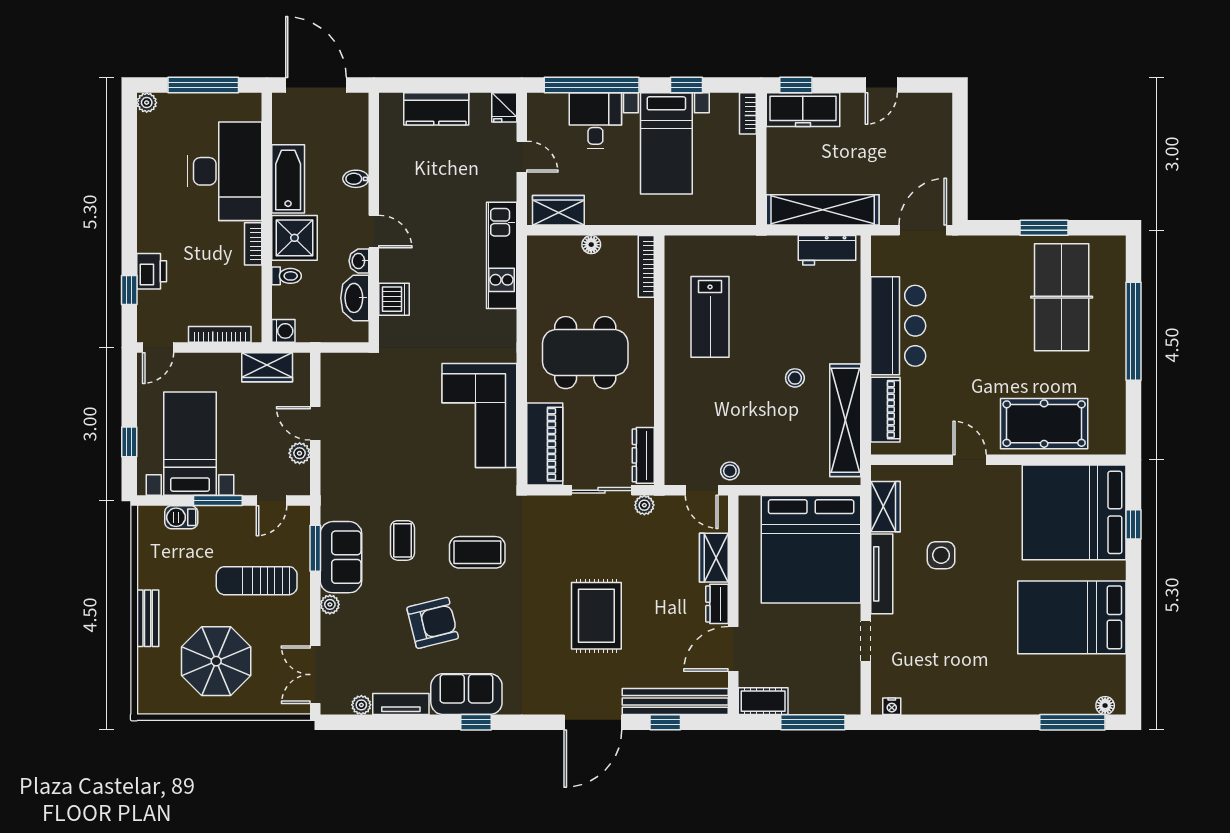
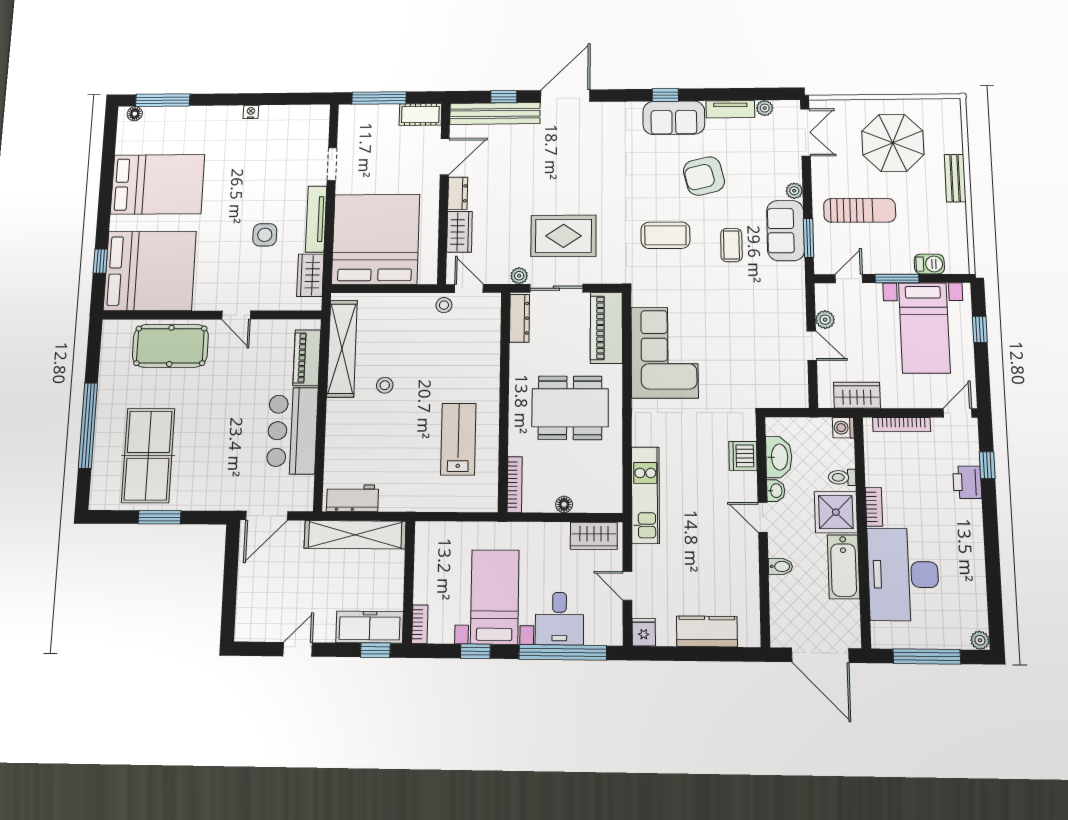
rug: (596, 616) -> (563, 236), moved, turned 90
nightstand: (892, 706) -> (251, 112), moved

